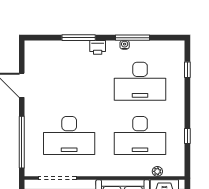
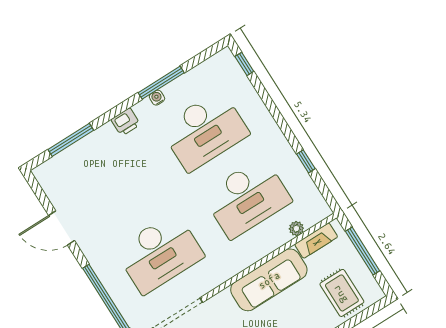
window: (79, 38) -> (71, 140), moved
window: (187, 70) -> (244, 64), moved

